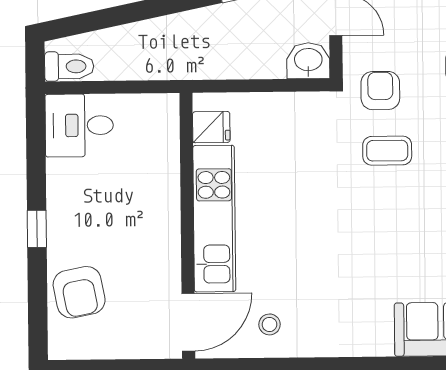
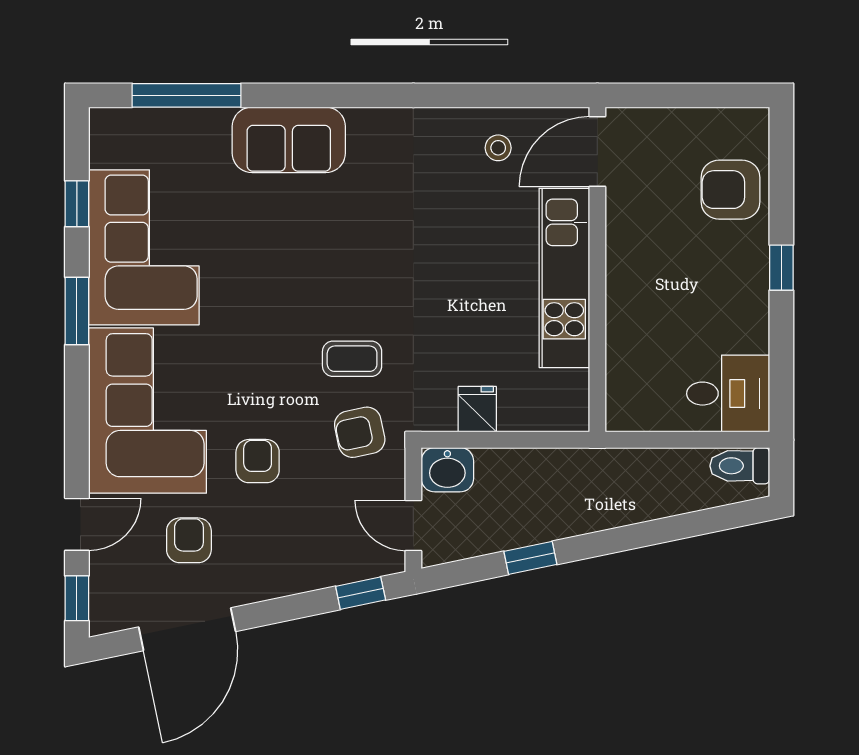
armchair: (380, 91) -> (360, 432), turned 78
fridge: (211, 127) -> (477, 409), moved, turned 90
armchair: (79, 292) -> (731, 190), turned -79

